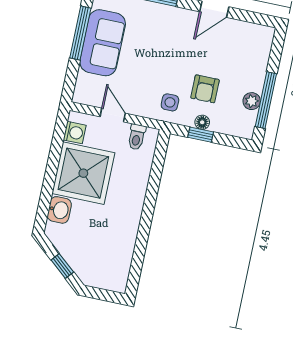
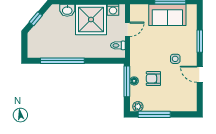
plant: (252, 101) -> (138, 106), moved
side table: (170, 102) -> (175, 59), moved
window: (201, 135) -> (127, 81), width x2.17
window: (143, 236) -> (62, 61), added

